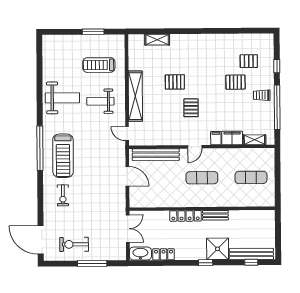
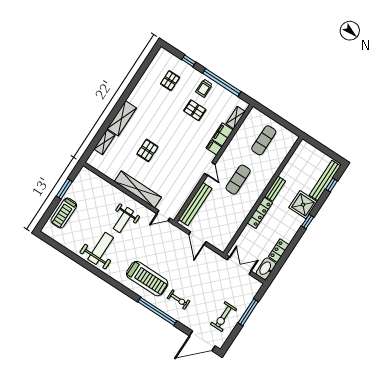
shelving: (188, 41) -> (122, 118), added
treadmill: (99, 65) -> (64, 213), moved
pallet: (235, 82) -> (195, 110), moved, turned 90
pallet: (191, 108) -> (177, 151), removed
window: (40, 148) -> (157, 311), moved
door: (127, 176) -> (197, 238), swing flipped

